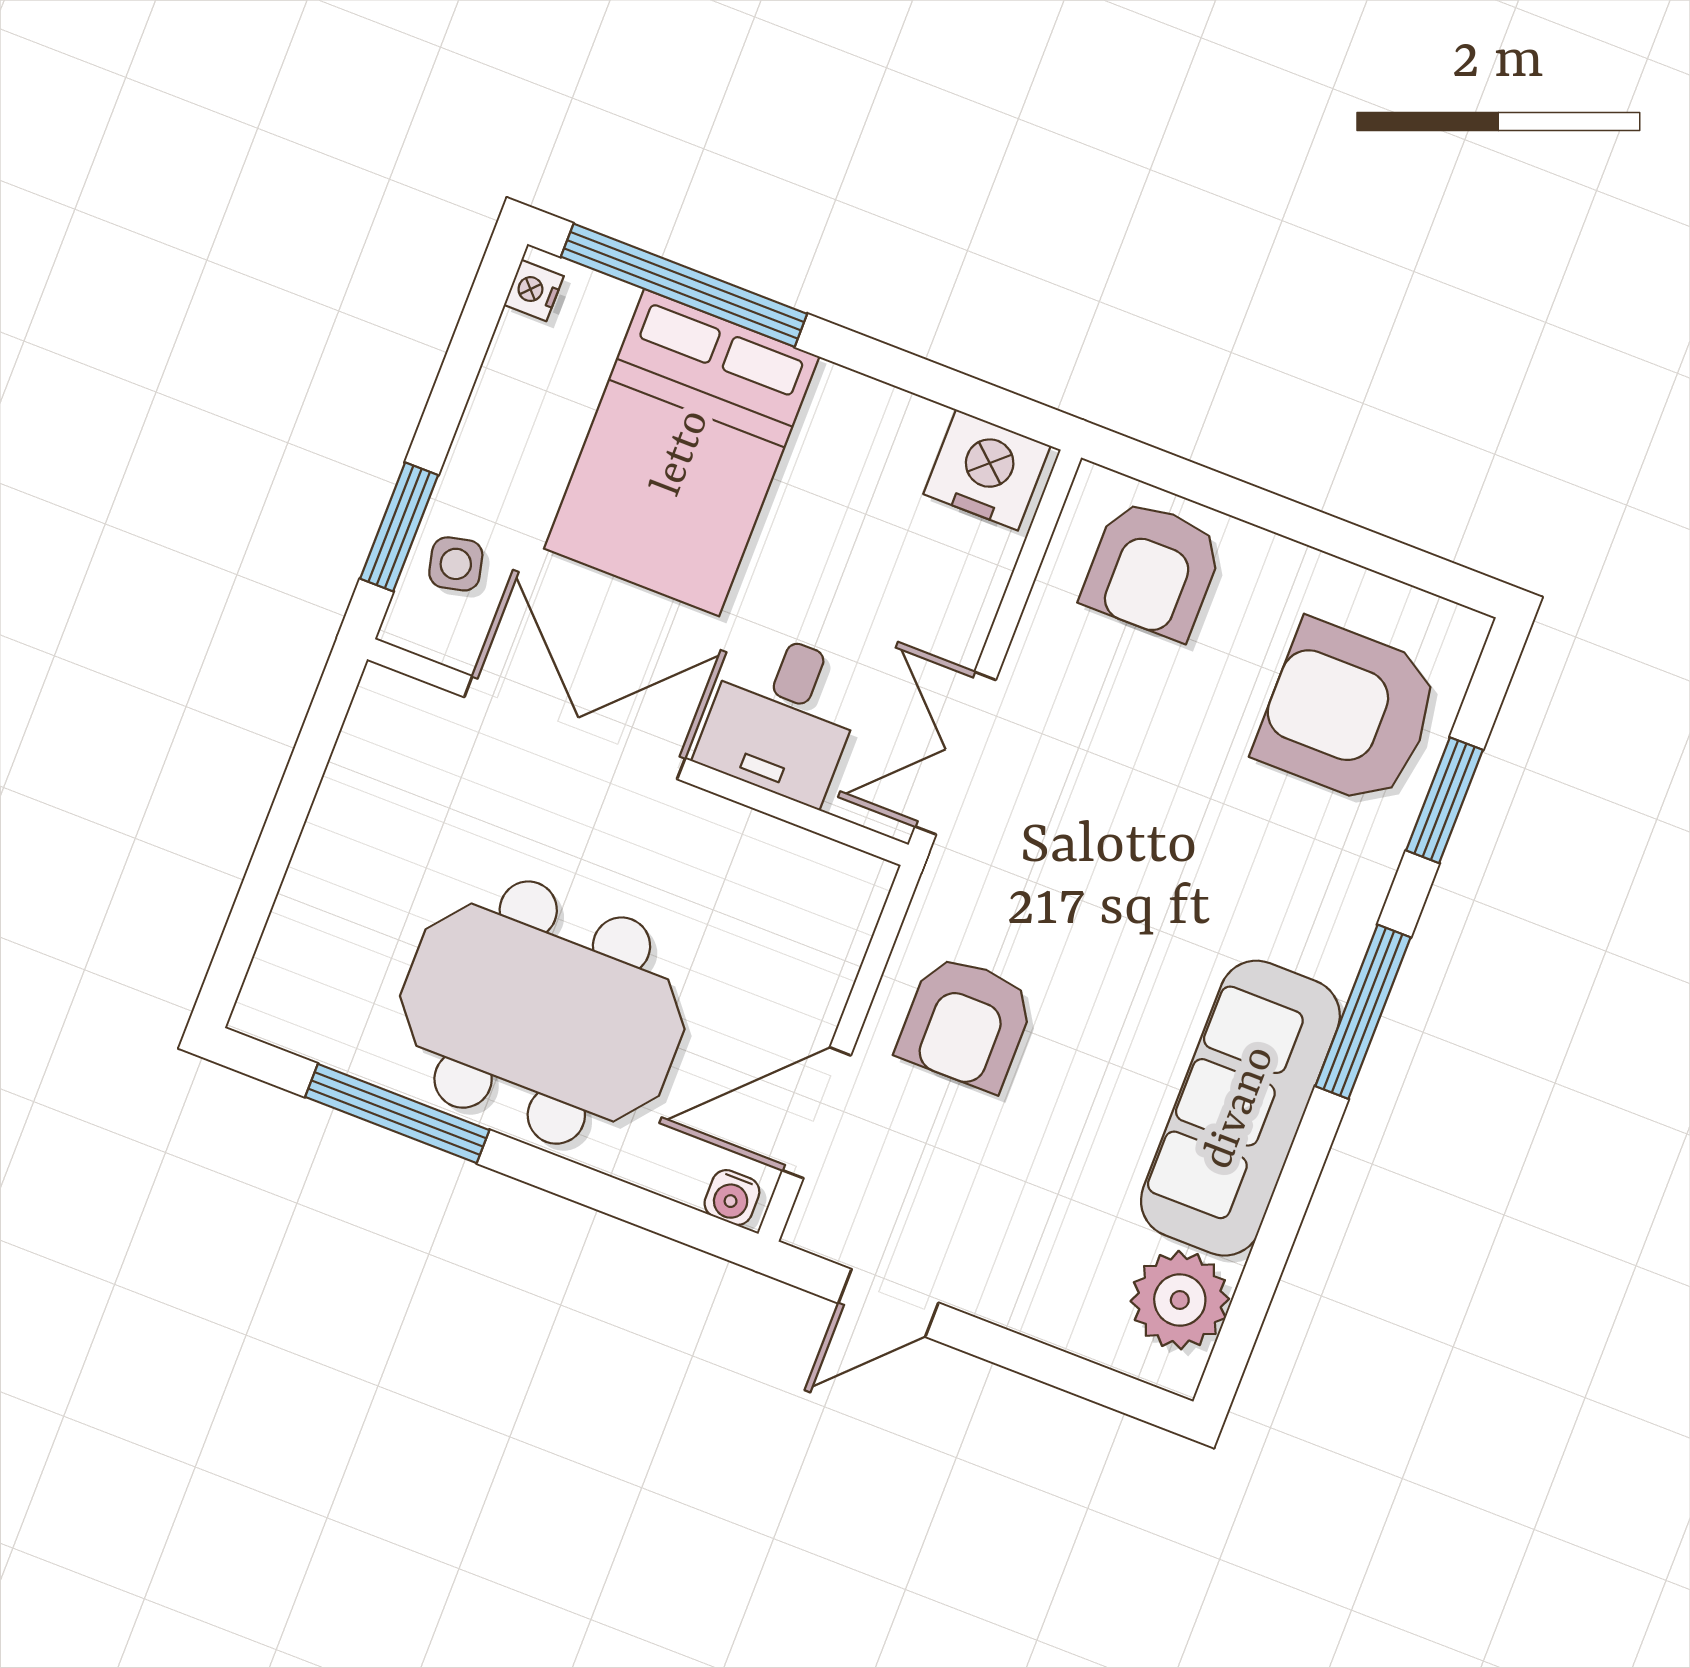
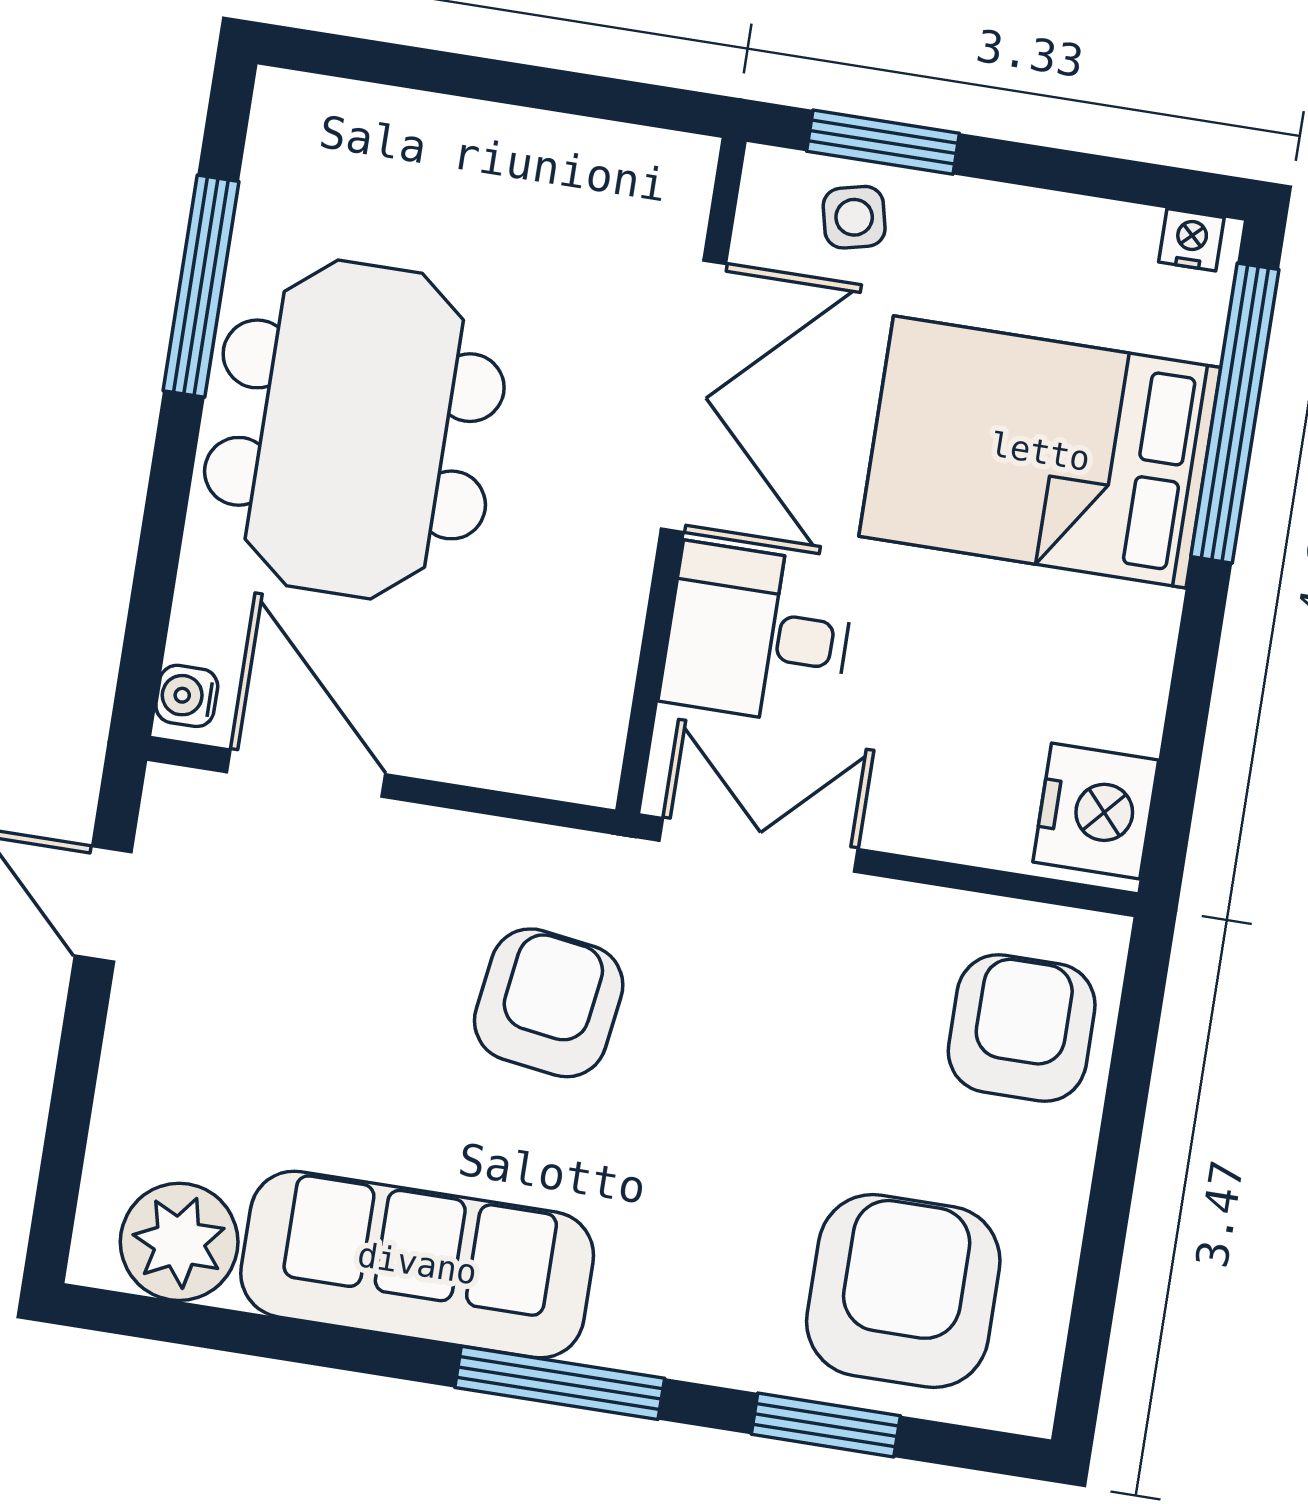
armchair: (1152, 569) -> (1022, 1028), turned 90
armchair: (966, 1023) -> (549, 1003), moved, turned 98

